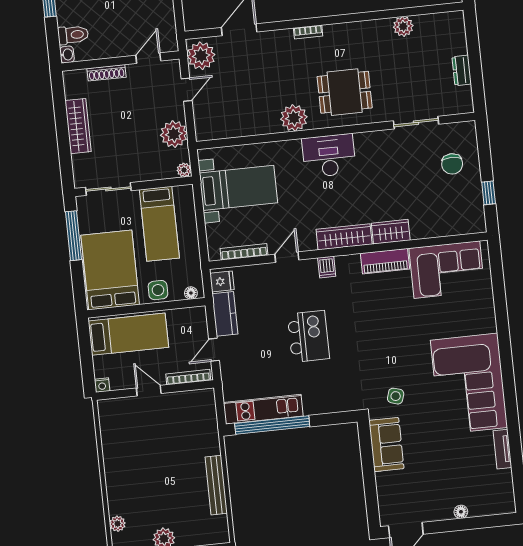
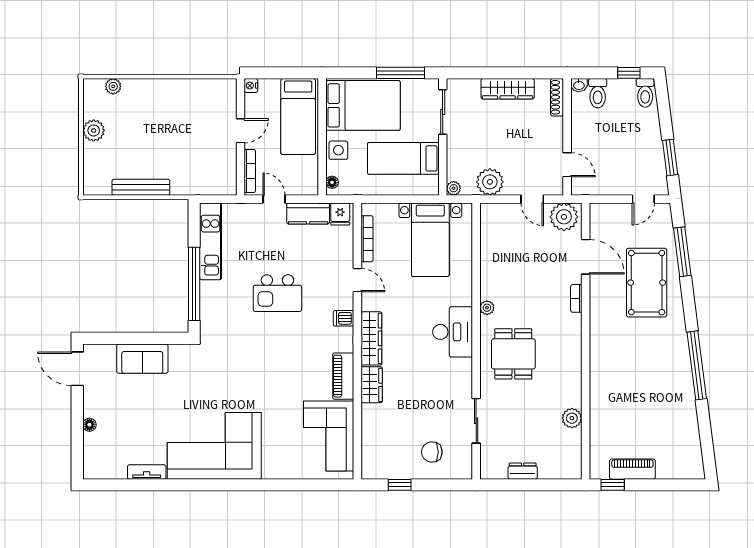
bookcase: (308, 32) -> (576, 298), moved
shoe rack: (106, 73) -> (557, 97), moved
plant: (294, 118) -> (487, 308), width x0.53, depth x0.53
side table: (396, 396) -> (210, 373), removed
window: (272, 425) -> (194, 284), moved
sofa: (386, 445) -> (142, 359), moved

